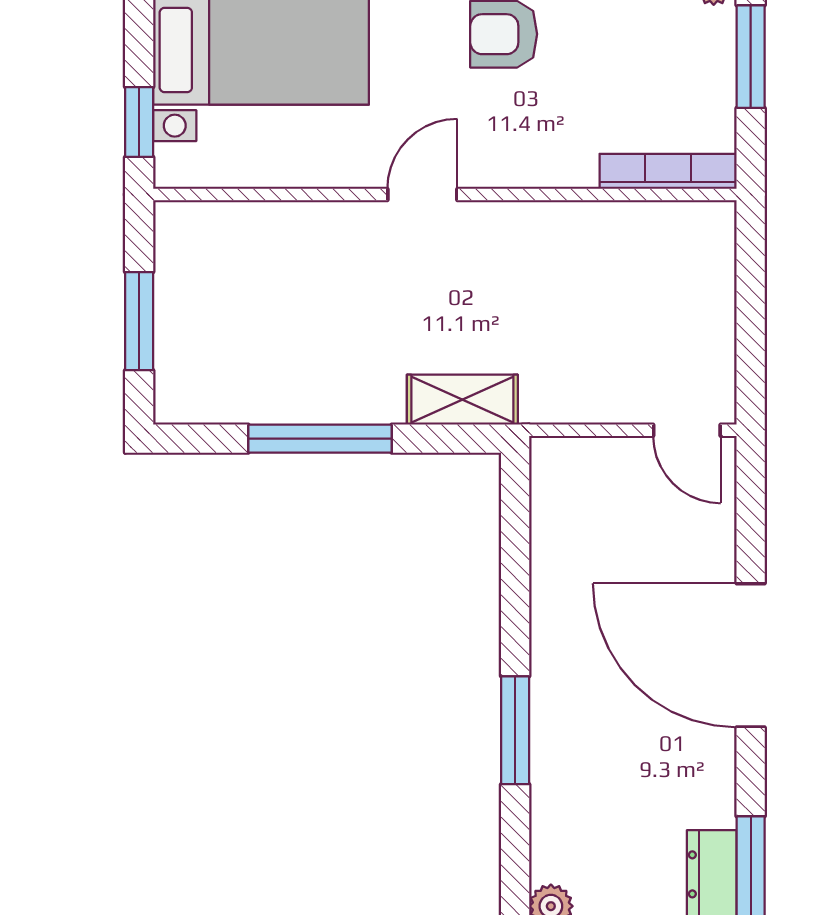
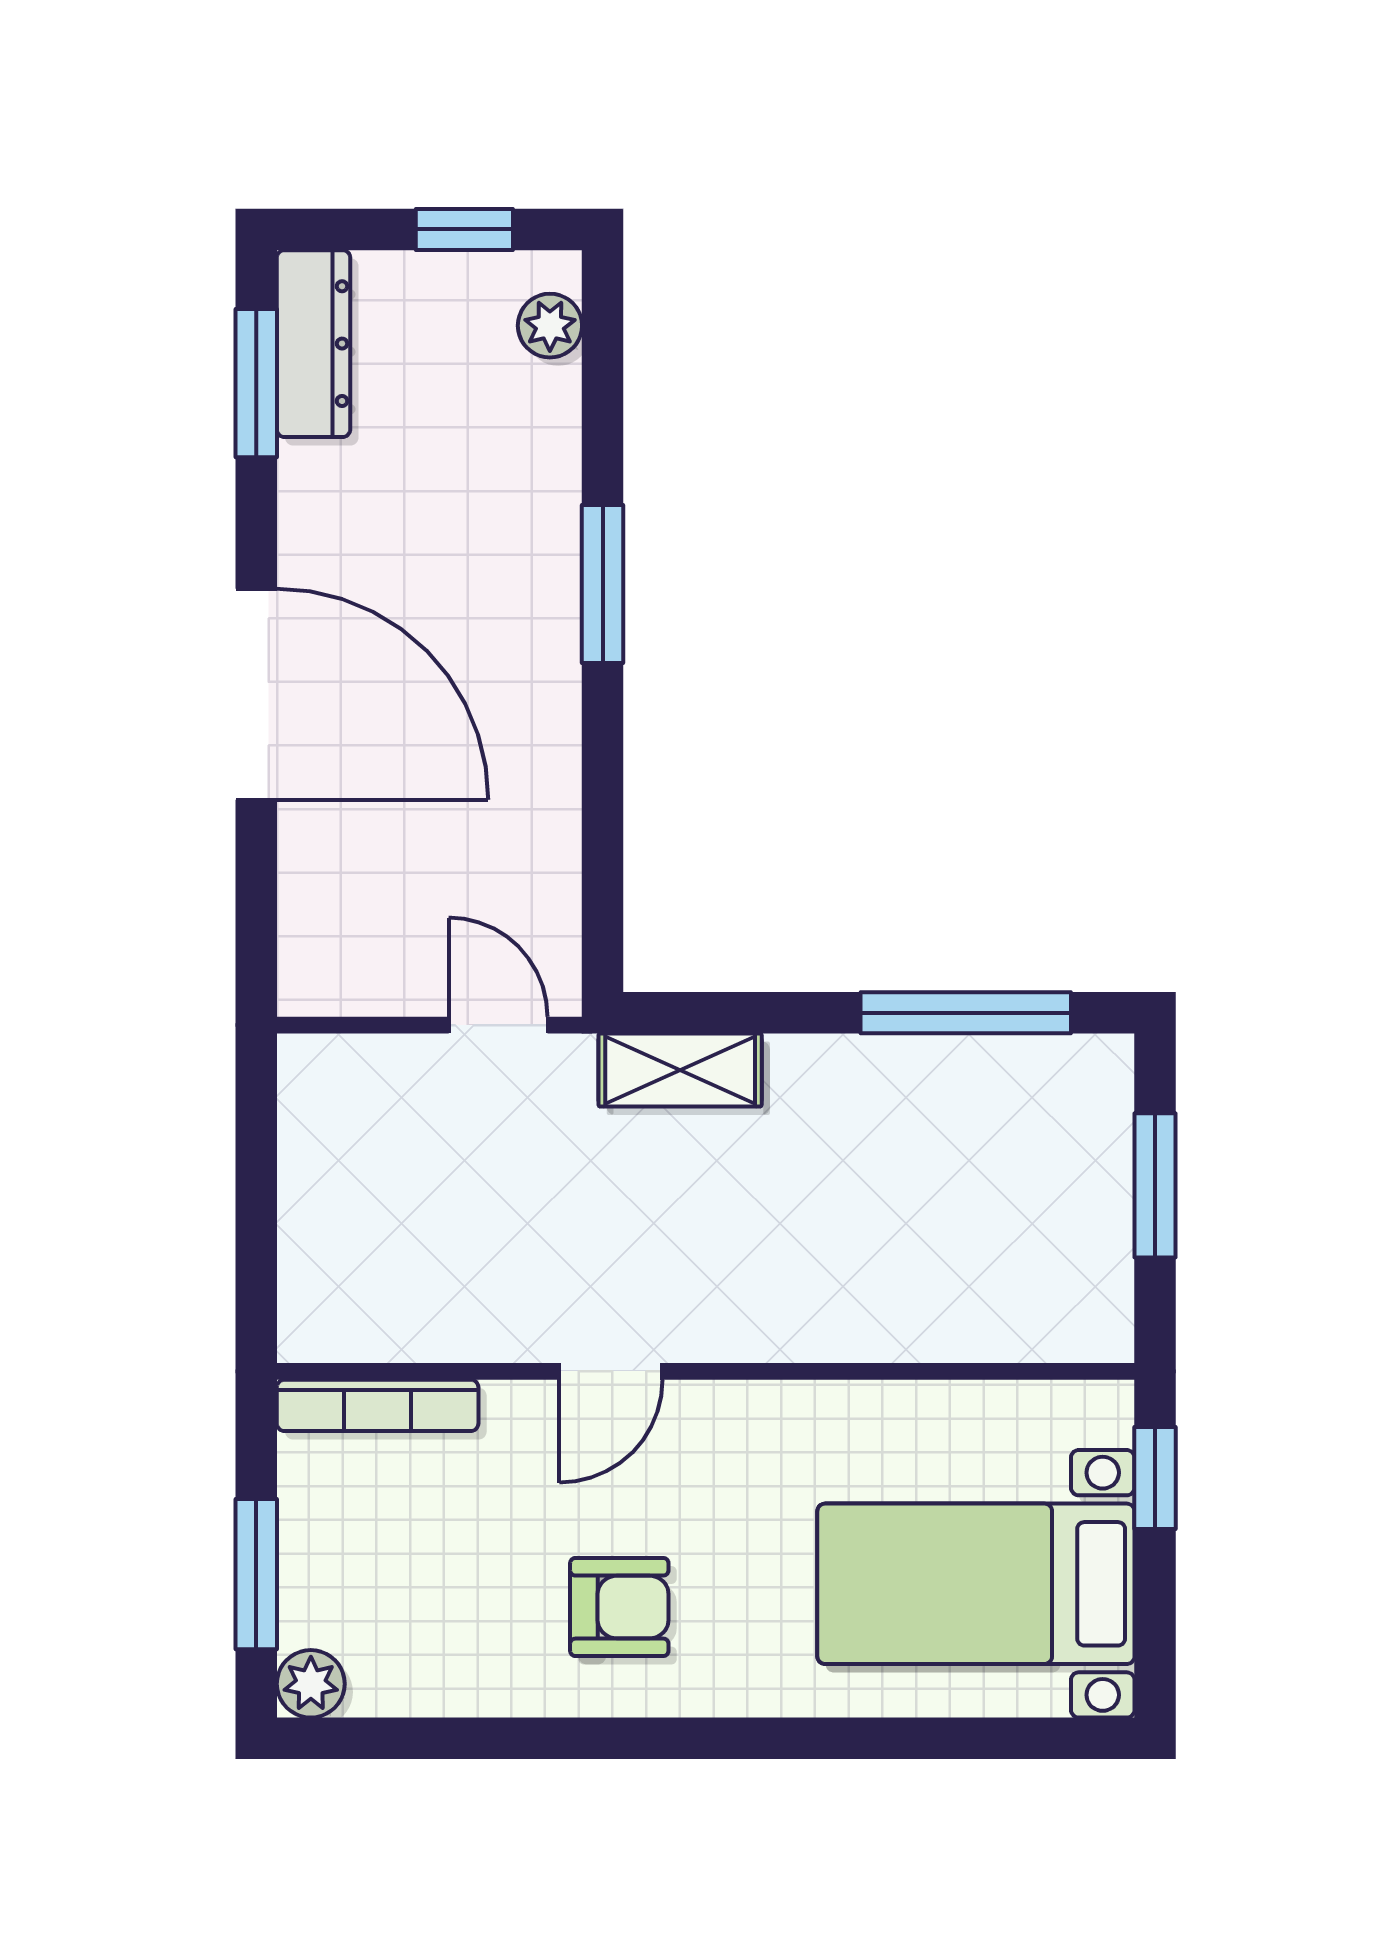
door: (422, 195) -> (611, 1371), moved
door: (687, 430) -> (498, 1025), moved
window: (320, 439) -> (966, 1013), moved

